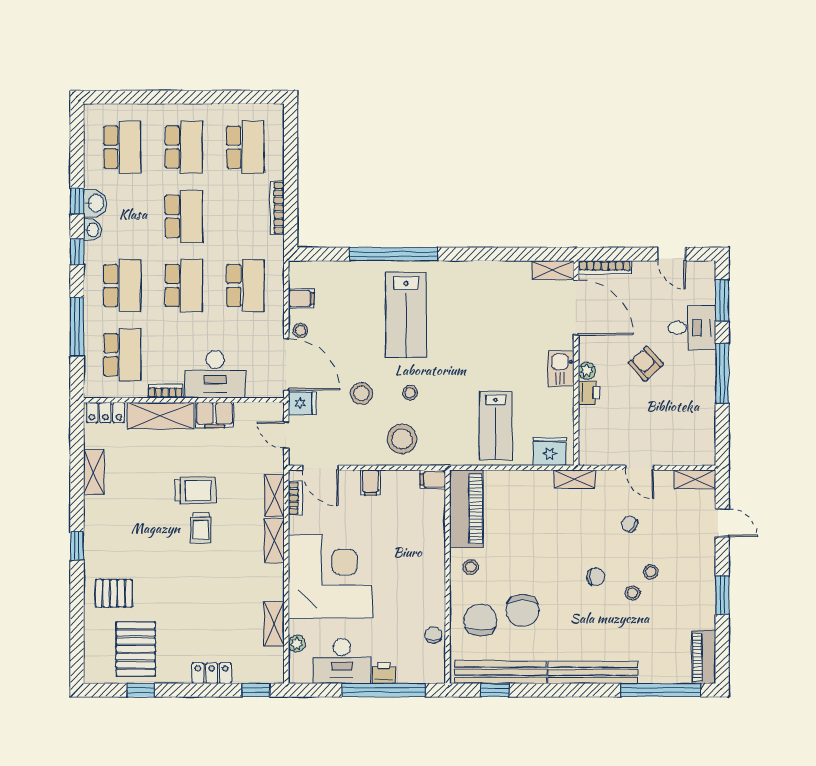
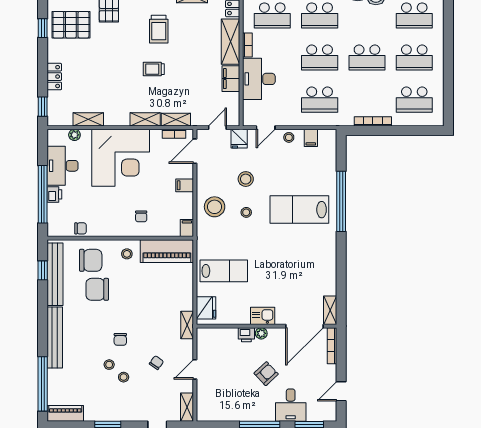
door: (286, 364) -> (266, 128), width x0.53
lab bench: (496, 426) -> (224, 271), turned 180
trolley: (195, 490) -> (159, 29), moved
chair: (416, 546) -> (141, 216), added

